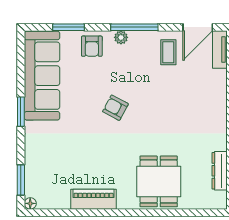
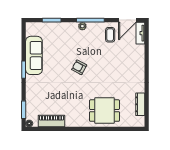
armchair: (92, 46) -> (65, 31), removed
sofa: (42, 76) -> (34, 55), width x0.74, depth x0.79
dining table: (159, 181) -> (104, 111), turned 90
piano: (94, 199) -> (52, 121), moved

